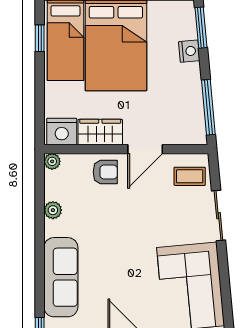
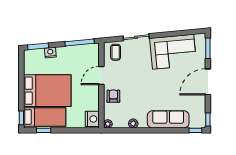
wardrobe: (100, 132) -> (92, 99), removed
door: (145, 149) -> (101, 75), swing flipped

